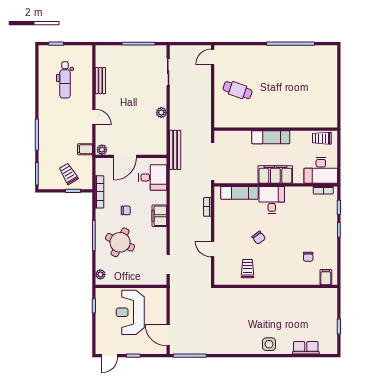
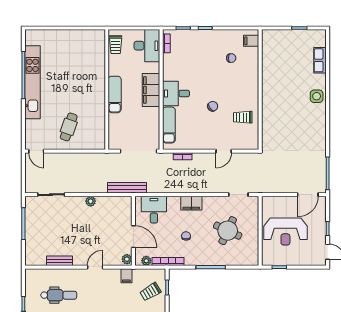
kitchen unit: (283, 53) -> (32, 82), added
round table: (120, 242) -> (228, 231), moved
plant: (100, 274) -> (146, 261), moved

